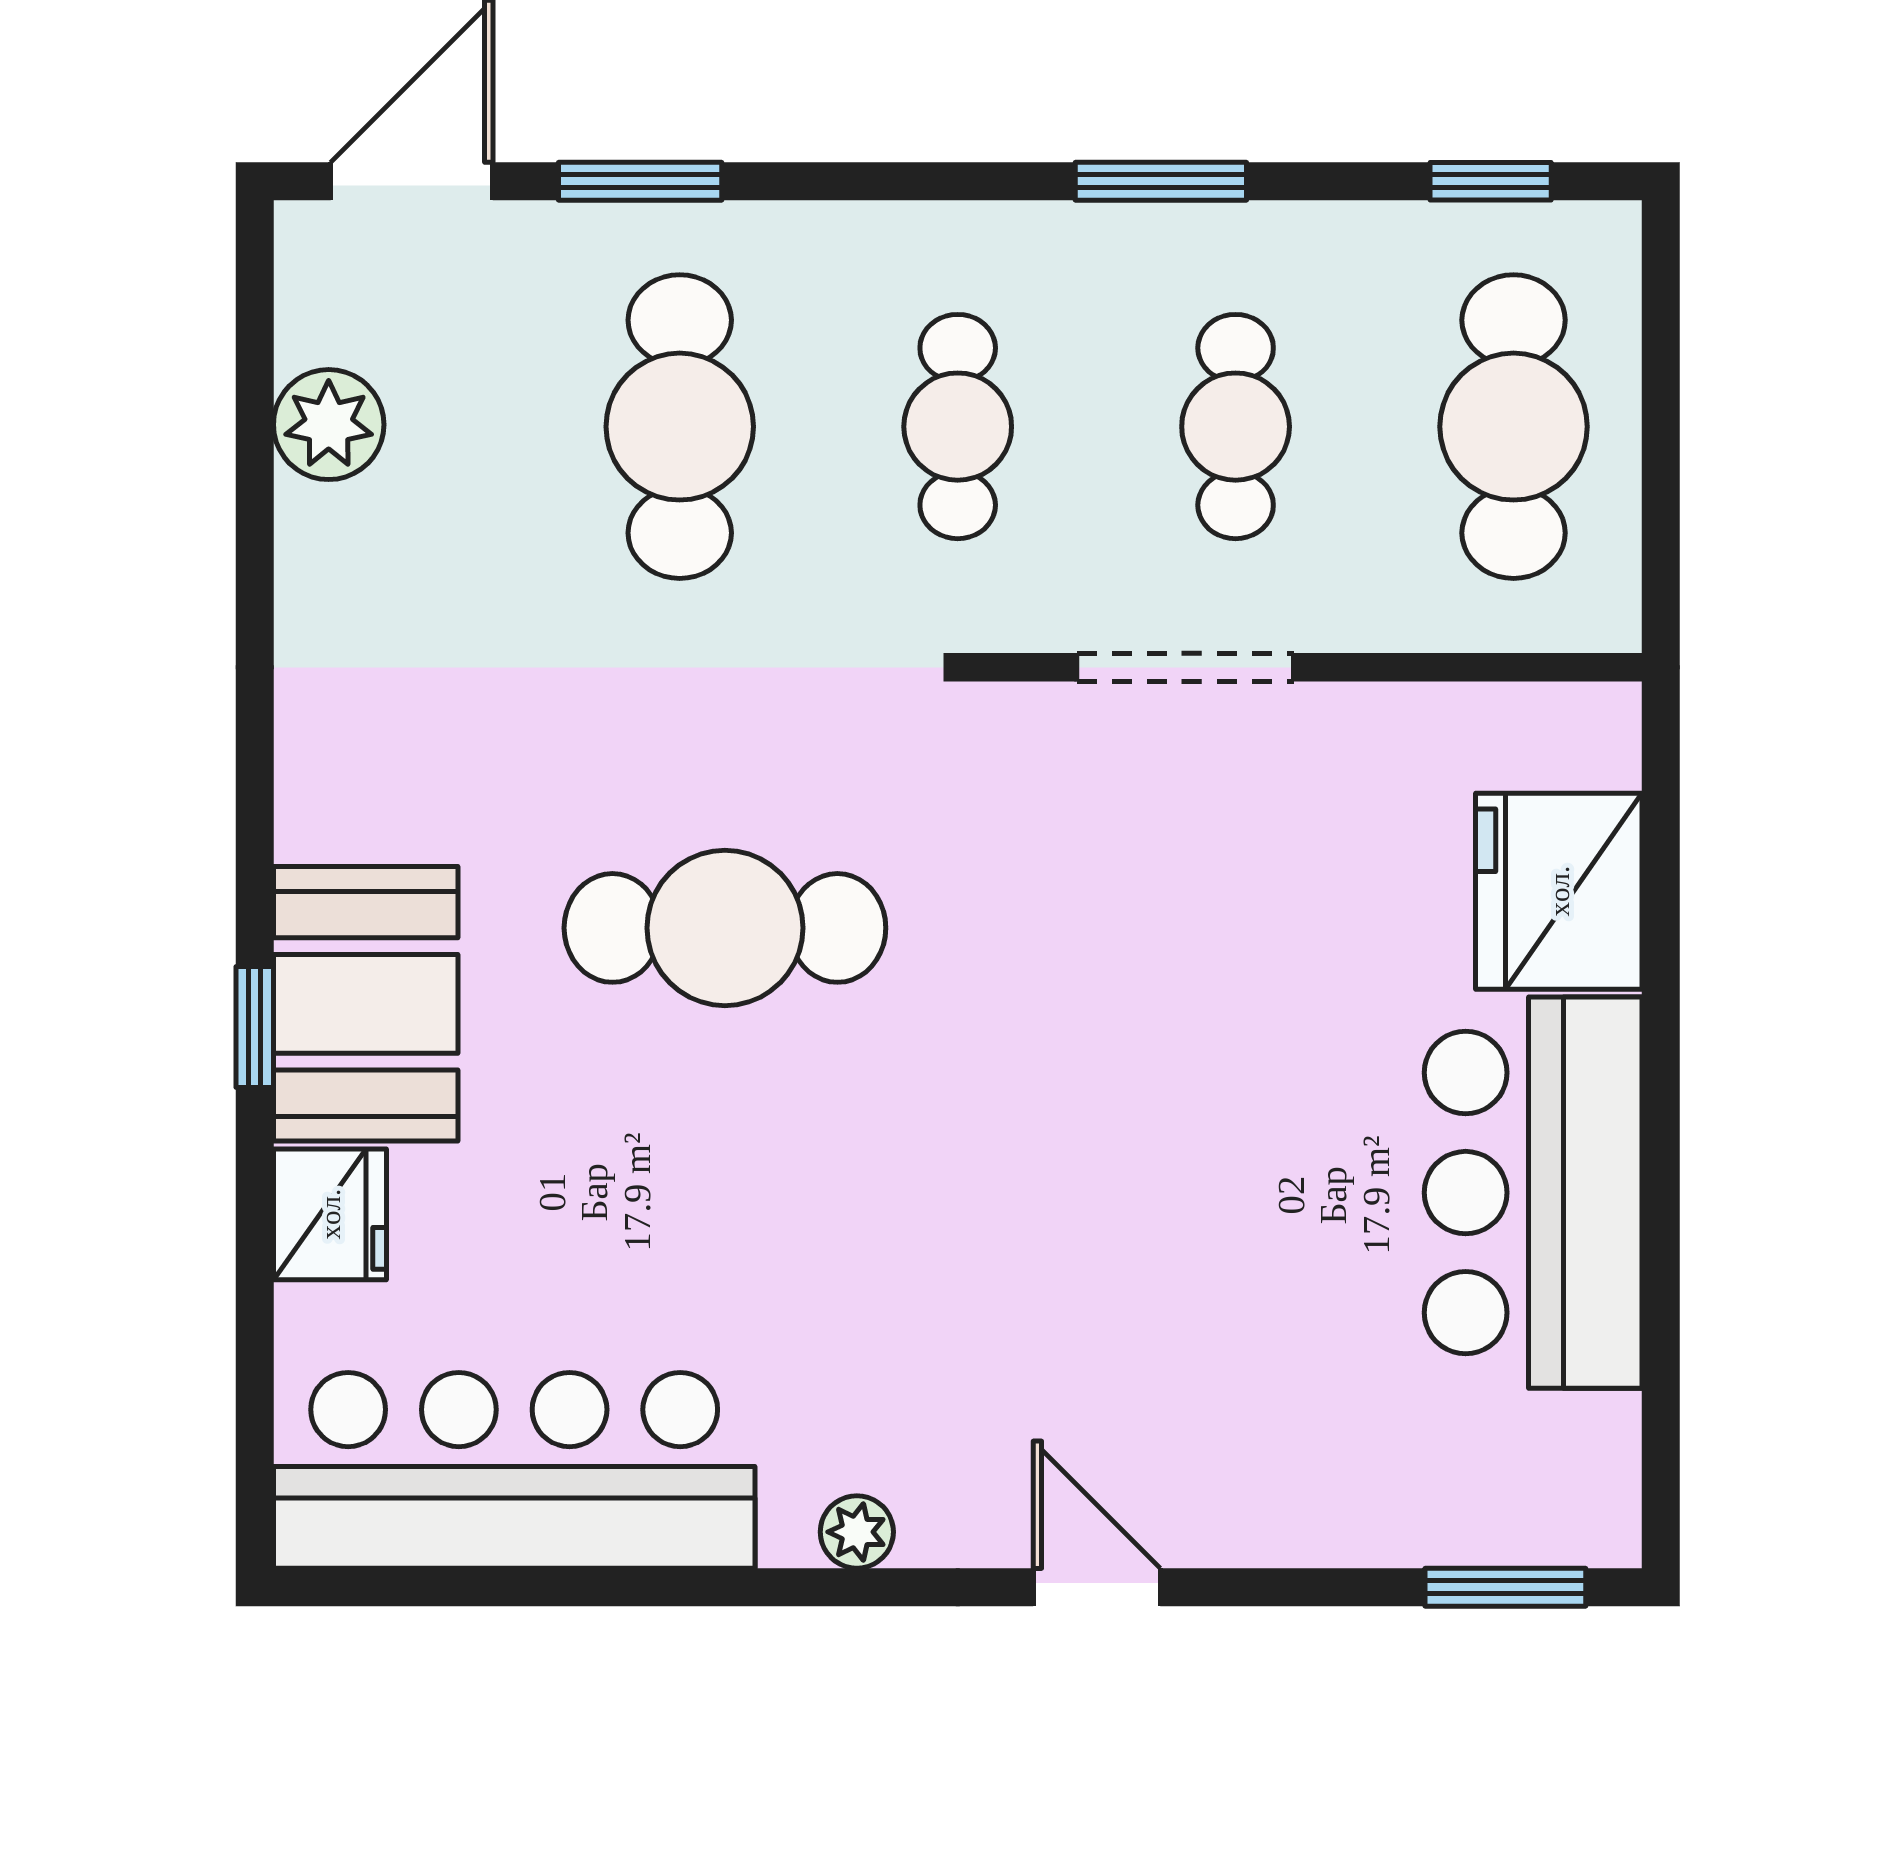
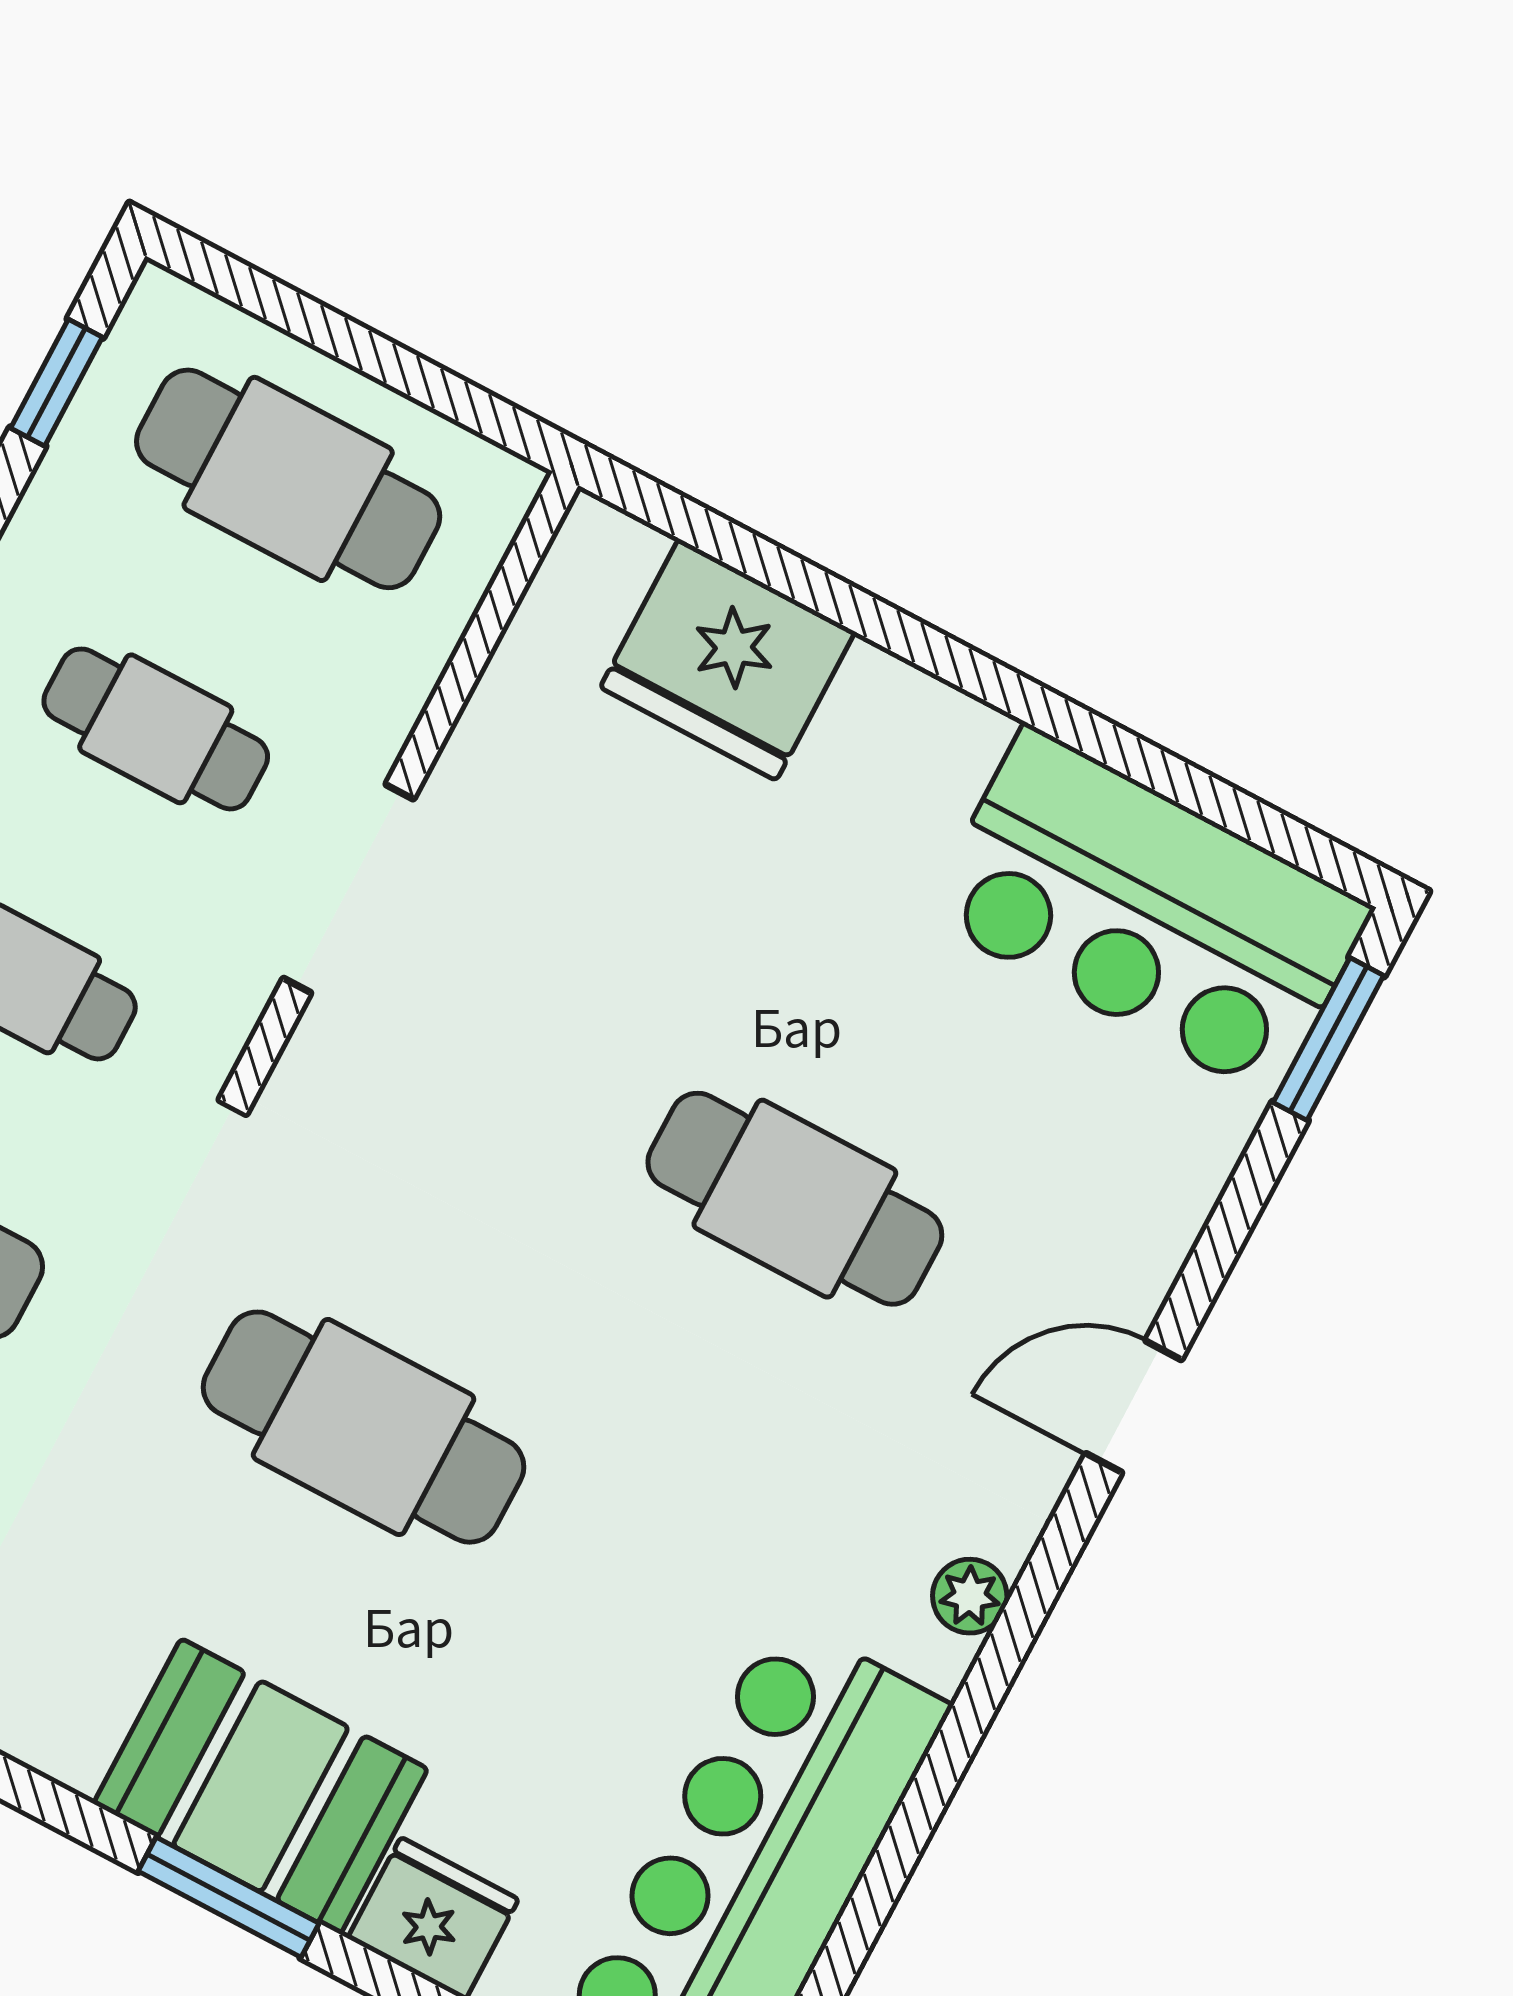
cafe table: (725, 928) -> (364, 1427), turned 90
window: (255, 1027) -> (229, 1897), width x1.50
bar counter: (1533, 1193) -> (1149, 912), moved
cafe table: (1122, 1197) -> (795, 1199), added

